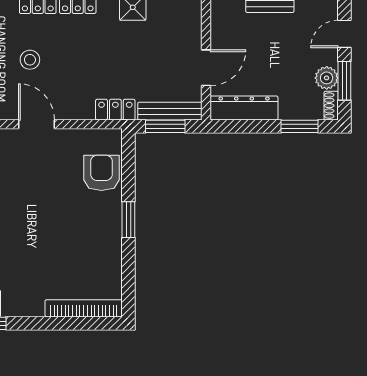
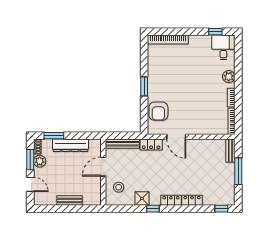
door: (344, 34) -> (30, 184), hinge flipped
stool: (30, 60) -> (119, 187), moved
dresser: (244, 108) -> (70, 145), moved
door: (37, 124) -> (176, 137), moved
window: (165, 126) -> (125, 136), removed

